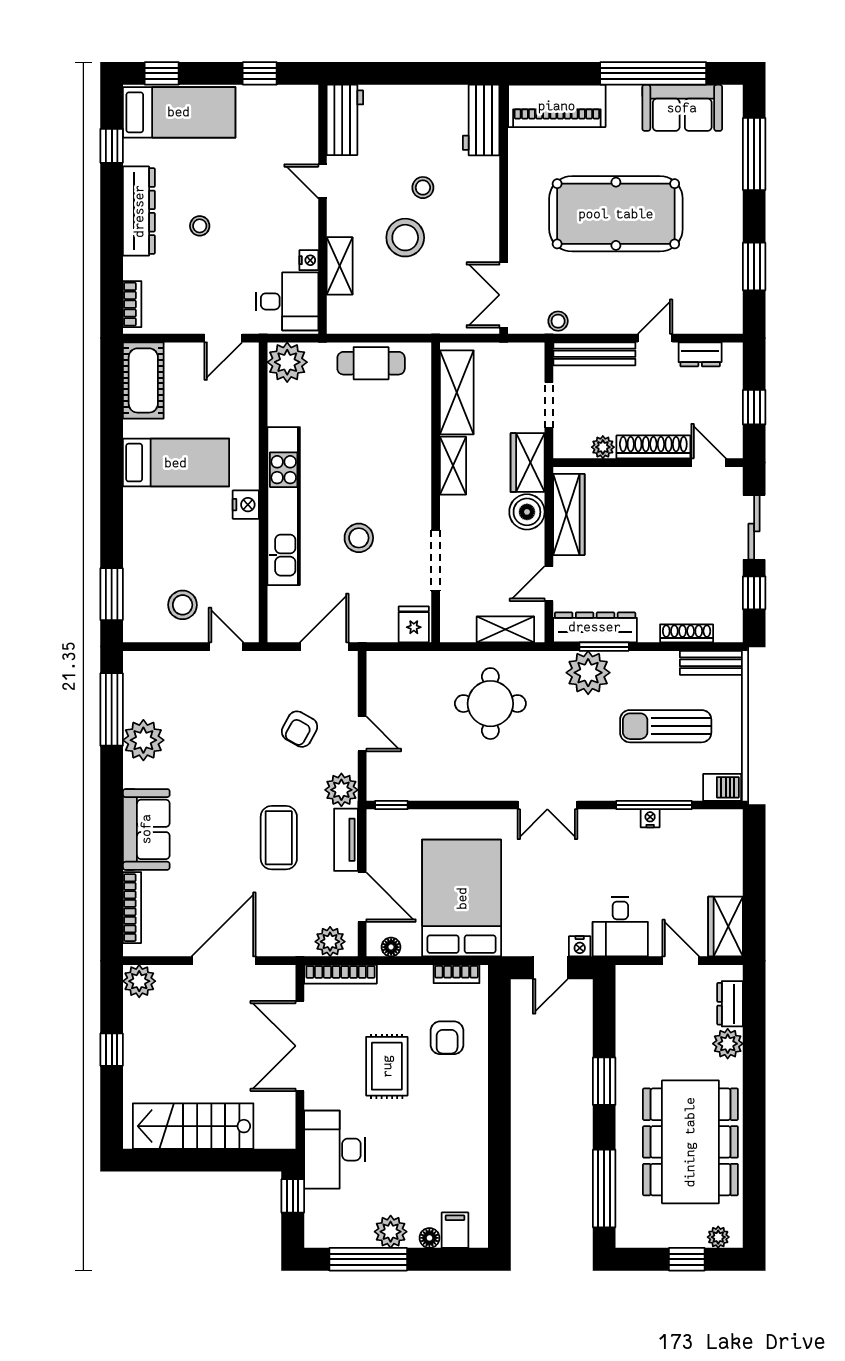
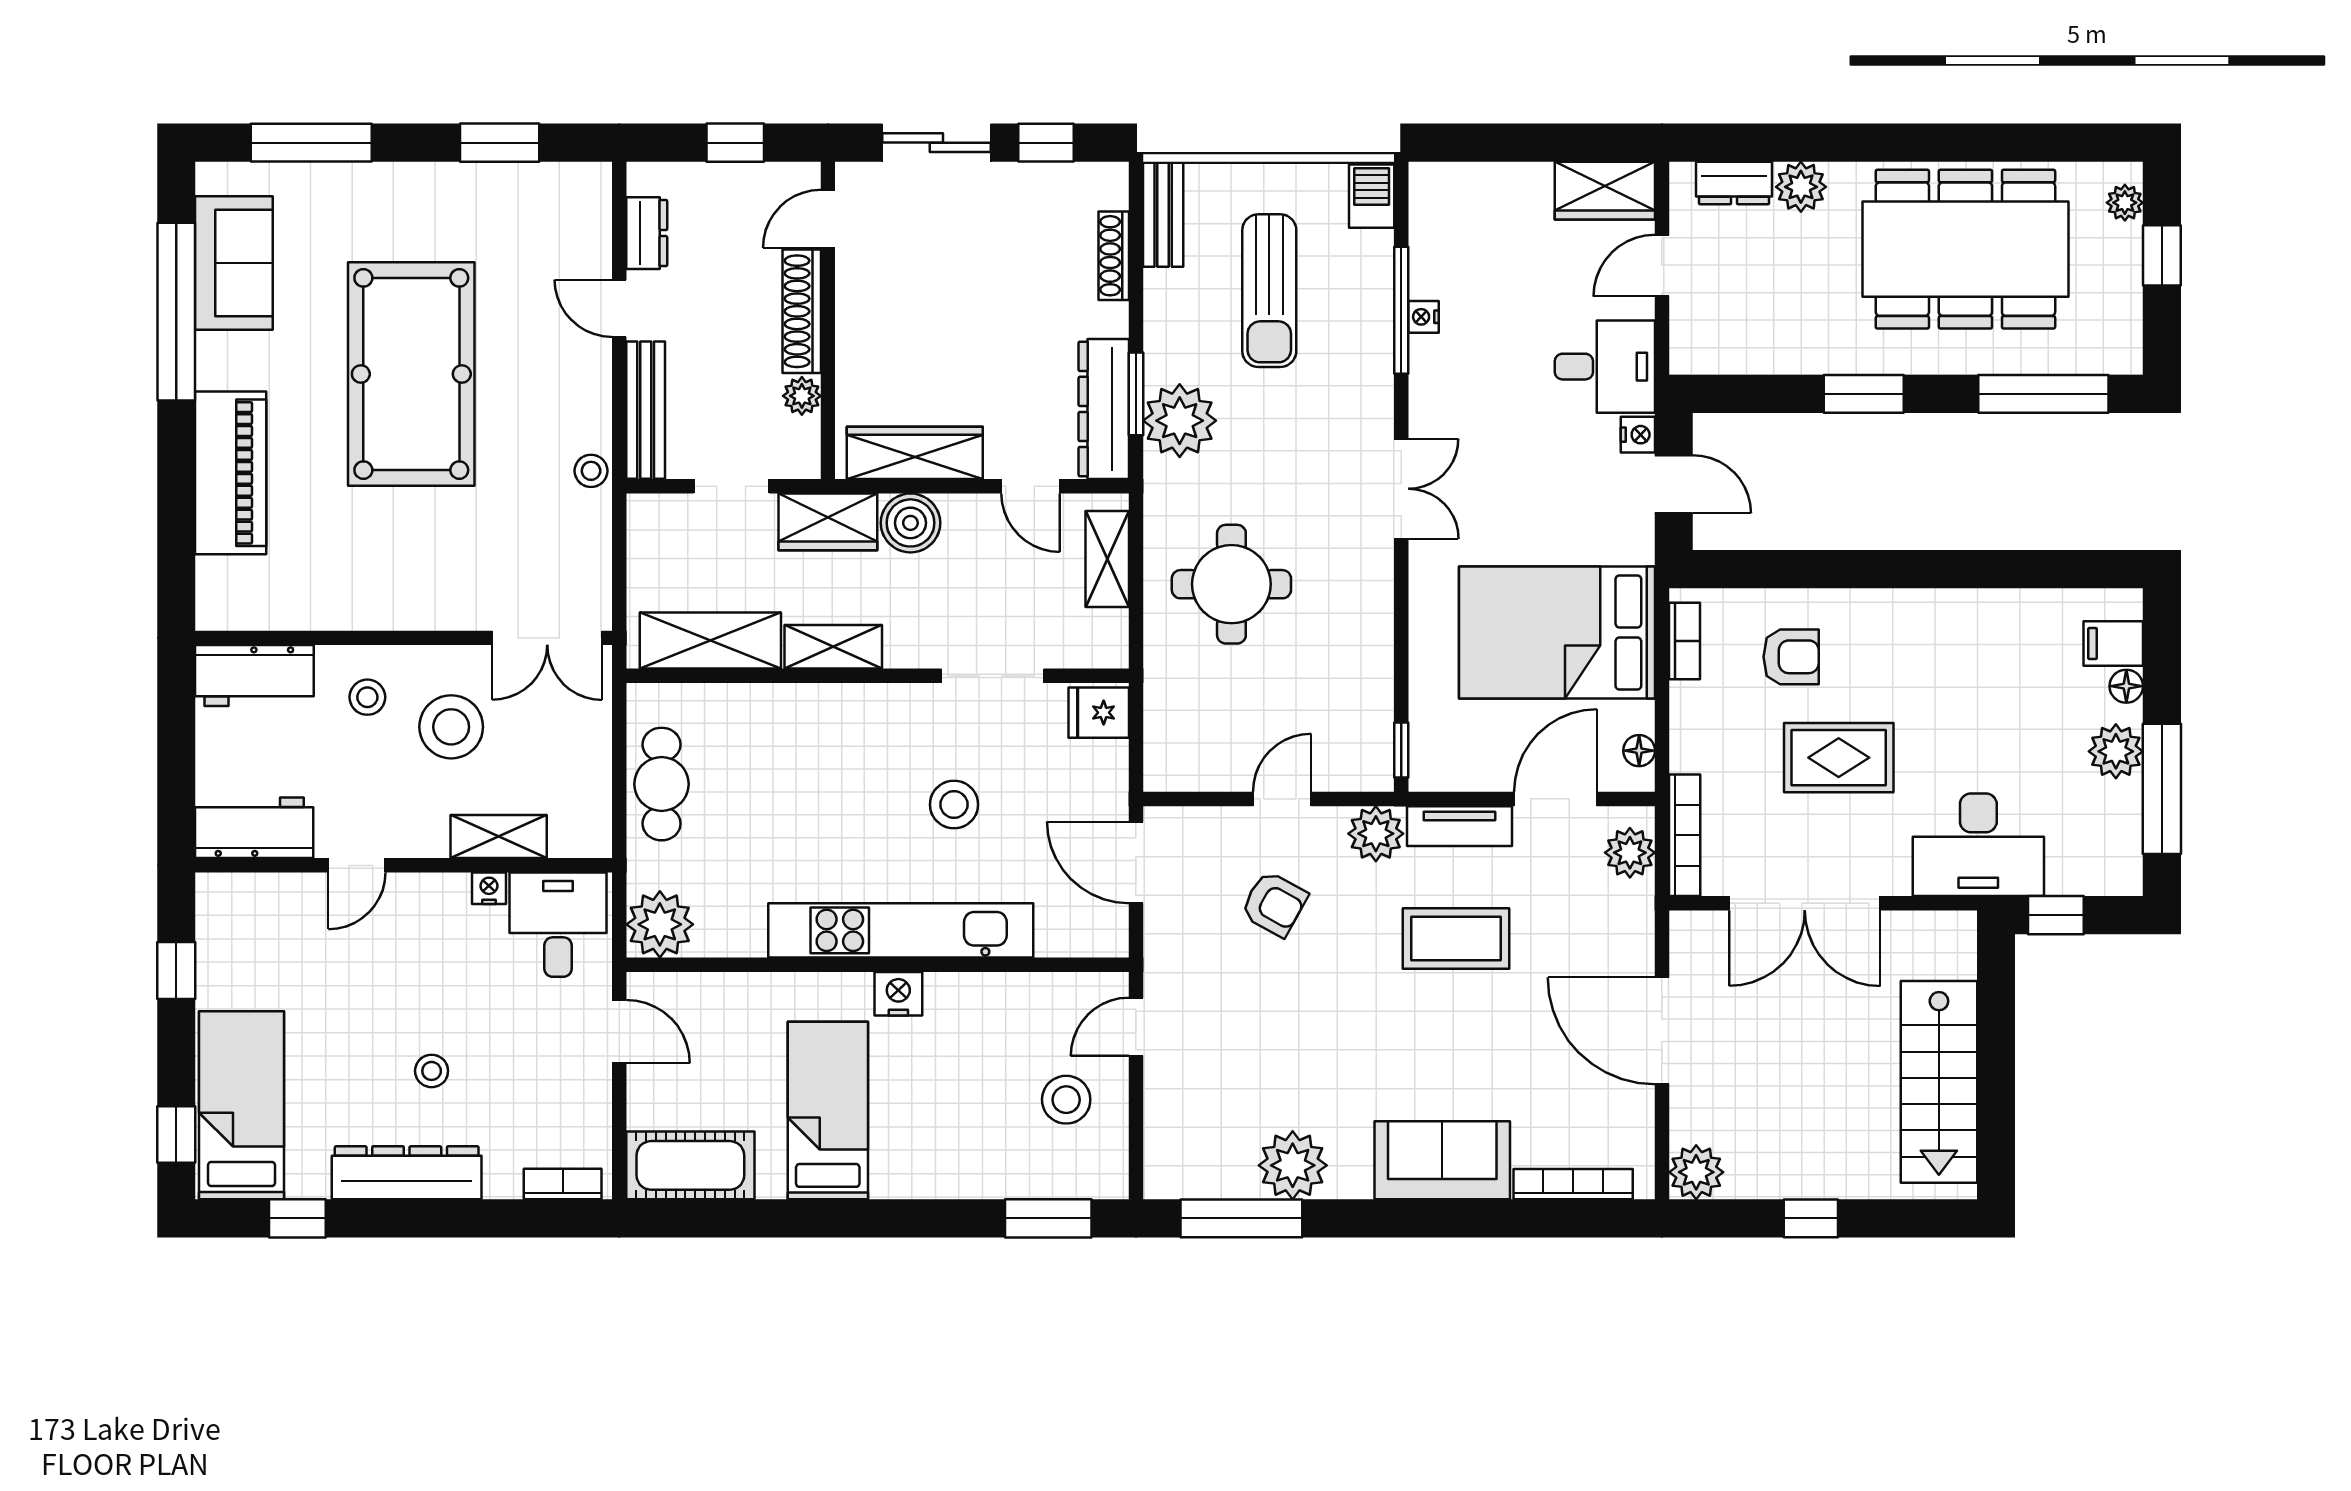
workbench: (481, 120) -> (254, 676), moved
wall: (504, 209) -> (404, 638), moved
double door: (504, 295) -> (547, 638), moved

